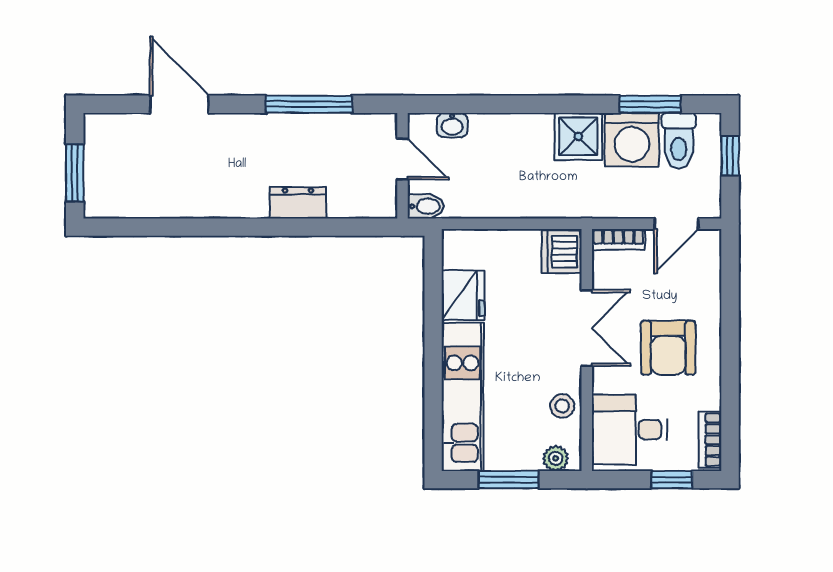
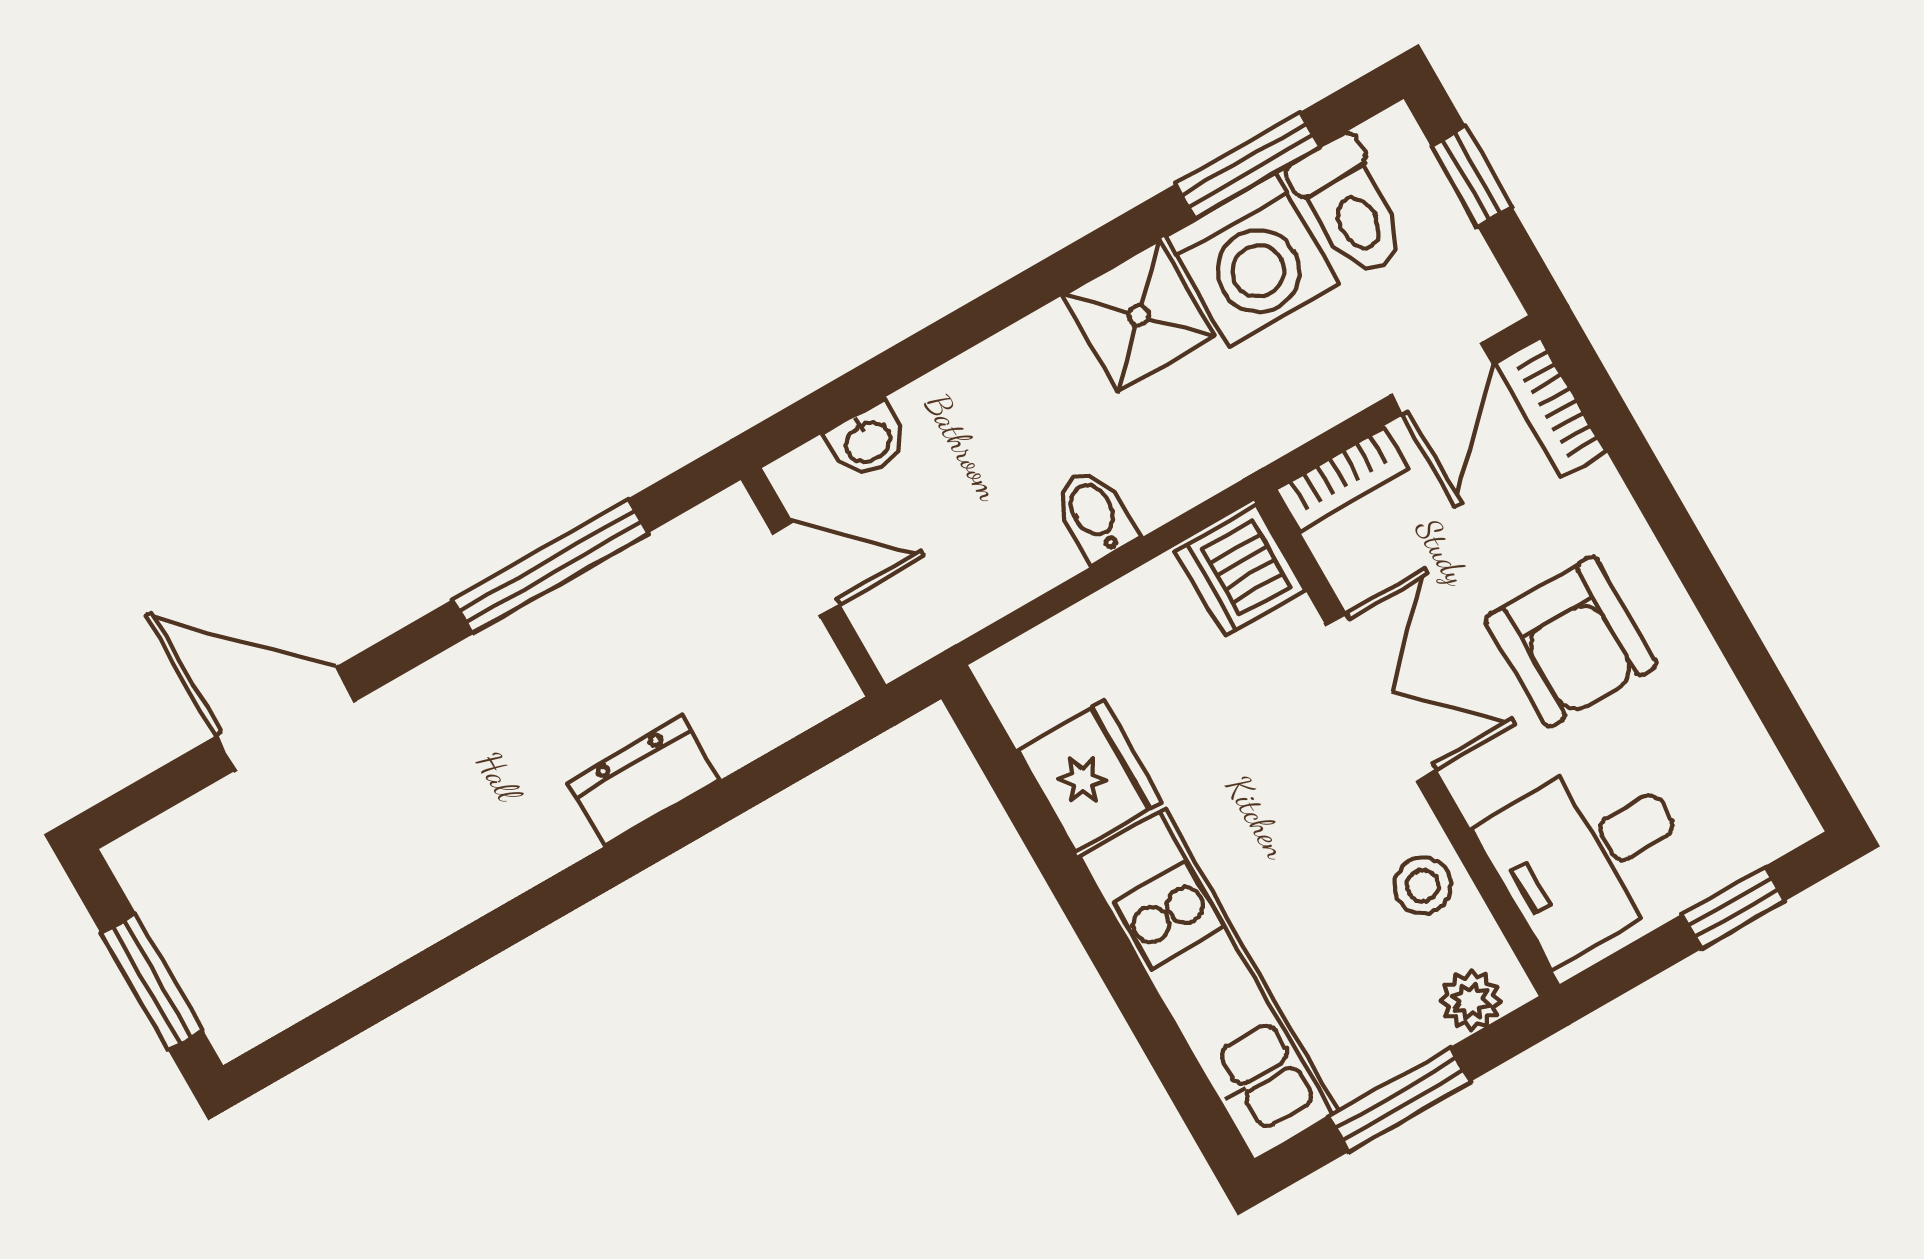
bidet: (426, 206) -> (1095, 515), moved, turned -90
bookcase: (710, 440) -> (1550, 407), moved

